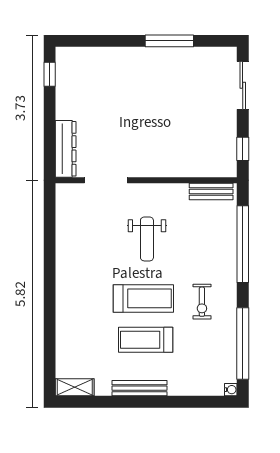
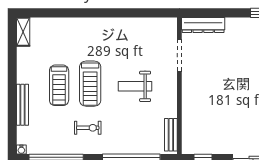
exercise bike: (202, 302) -> (88, 128), turned 180
treadmill: (146, 340) -> (59, 85), turned 180
bench: (139, 388) -> (22, 105), moved

